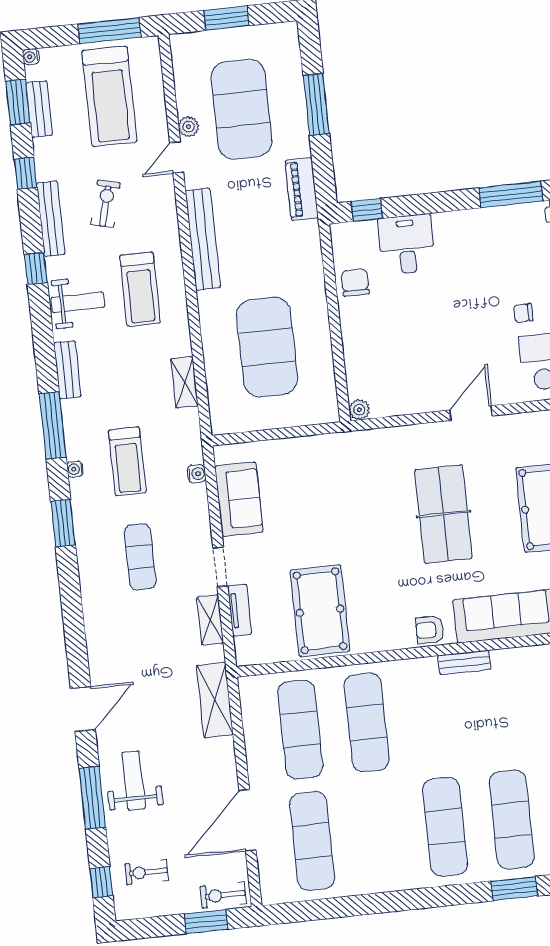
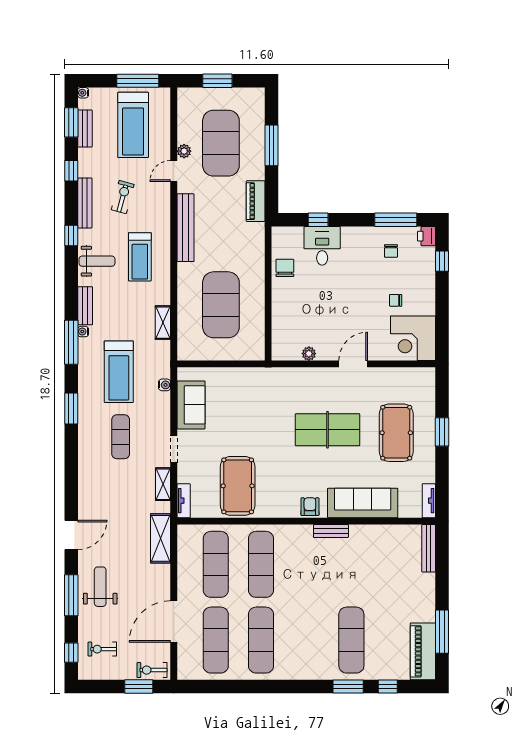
window: (367, 210) -> (318, 220), moved
chair: (509, 241) -> (391, 251), added
plant: (359, 410) -> (309, 354), moved
treadmill: (127, 461) -> (119, 372), width x1.37, depth x1.38
water cooler: (75, 469) -> (83, 332), moved
table tennis table: (443, 514) -> (328, 430), turned 90
tv unit: (240, 610) -> (184, 501), moved
armchair: (430, 630) -> (310, 507), turned 90
exercise mat: (445, 827) -> (261, 640), moved

